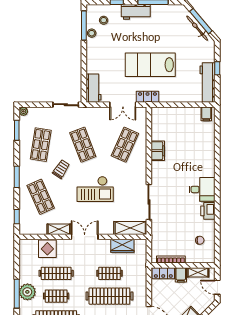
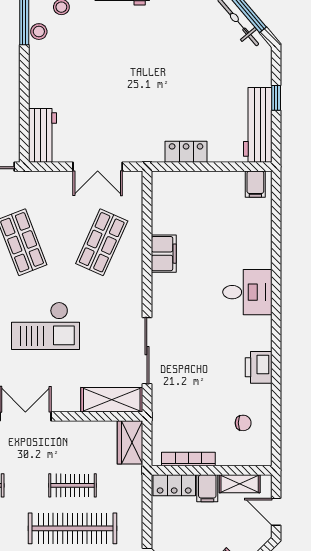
lab bench: (150, 65) -> (150, 91), removed
locker: (147, 97) -> (186, 152), moved
desk: (202, 189) -> (247, 292), moved
wardrobe: (122, 246) -> (130, 442), moved, turned 90

